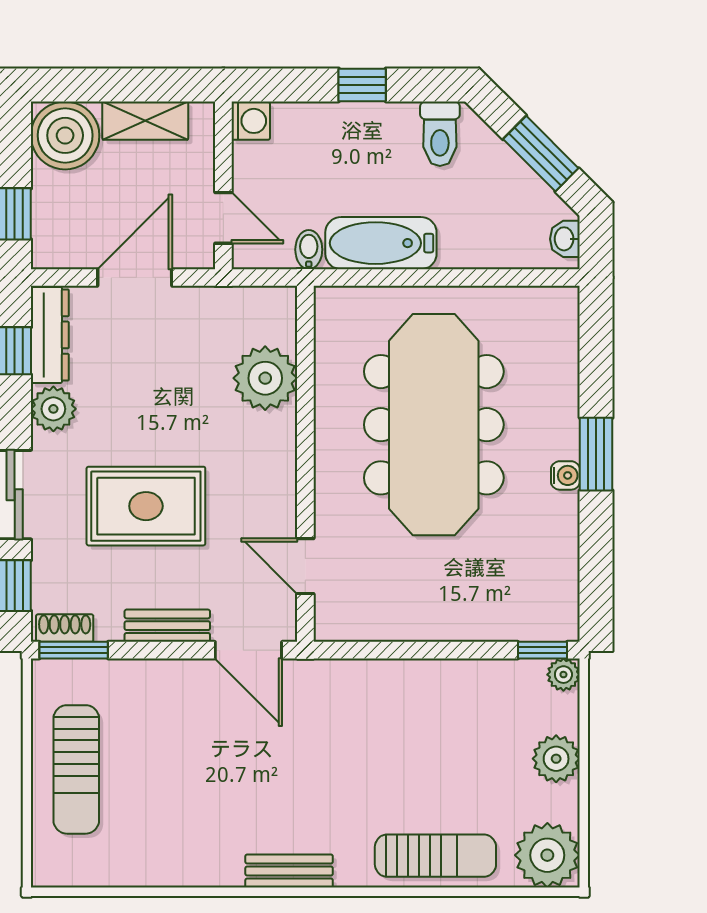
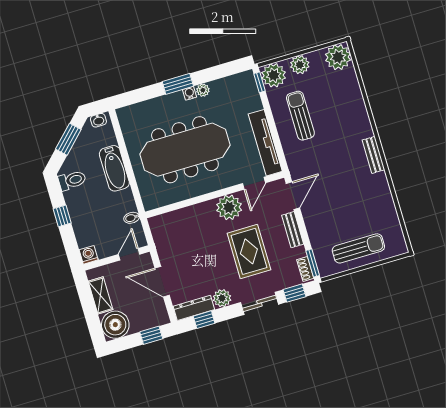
bathtub: (381, 243) -> (114, 168), moved
plant: (265, 378) -> (229, 207), moved
plant: (563, 509) -> (203, 90), added
tv unit: (394, 621) -> (265, 143), added
plant: (563, 675) -> (274, 75), width x1.87, depth x1.87
sun lounger: (435, 856) -> (300, 116), moved

